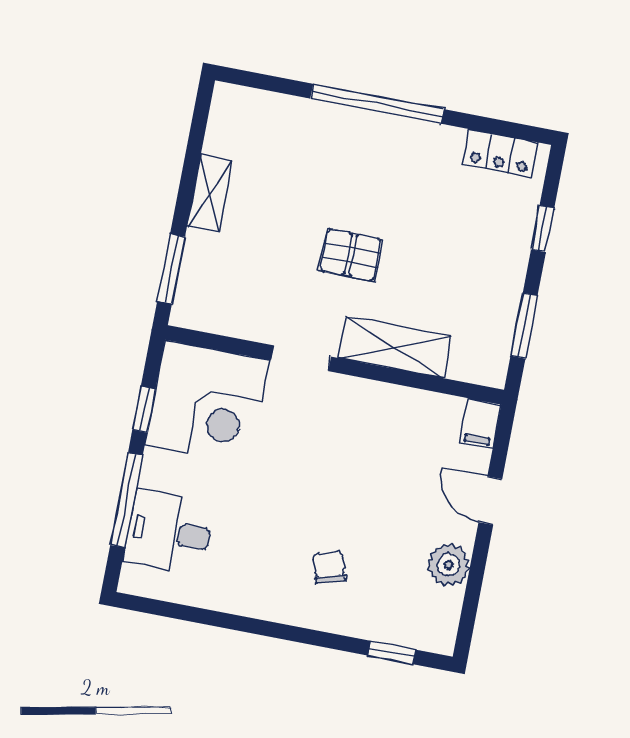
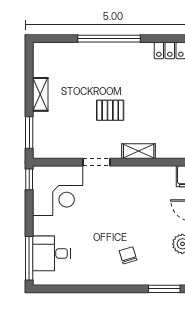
shelving: (395, 347) -> (139, 151), width x0.67, depth x0.75
window: (144, 410) -> (29, 179), moved
window: (126, 500) -> (29, 258), moved
window: (392, 653) -> (164, 289), width x1.50

